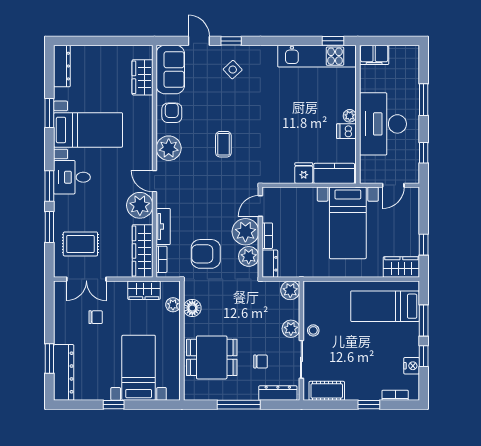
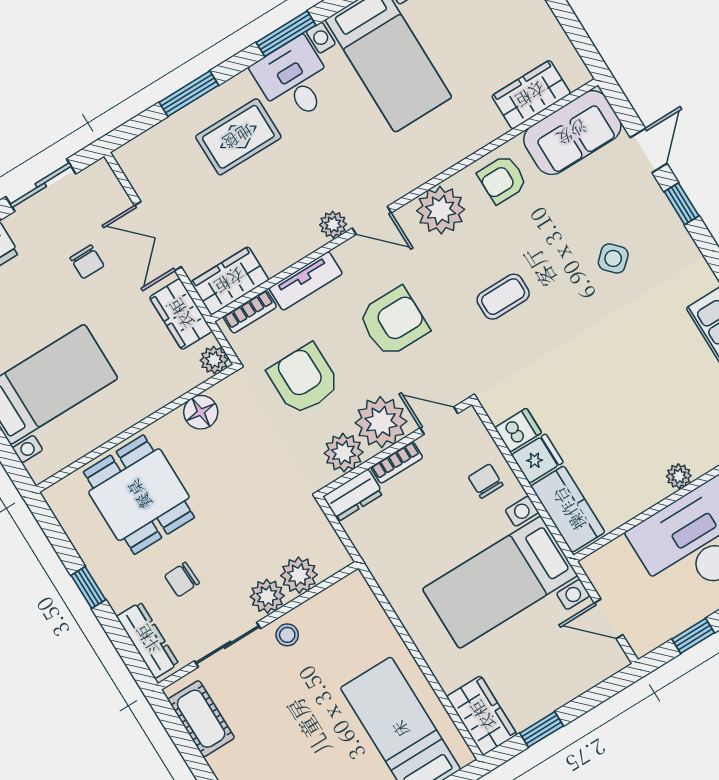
side table: (233, 70) -> (613, 258), moved
armchair: (172, 113) -> (502, 179), turned 180
dishwasher: (346, 131) -> (518, 430), moved, turned 90
door: (155, 181) -> (372, 220), swing flipped
window: (49, 186) -> (286, 34), moved
armchair: (205, 199) -> (394, 322), added
chair: (300, 202) -> (486, 481), added
plant: (140, 205) -> (333, 225), width x0.53, depth x0.53
rug: (80, 244) -> (238, 137), moved, turned 90
wardrobe: (143, 251) -> (230, 281), width x0.67
double door: (86, 279) -> (158, 236), moved
plant: (290, 290) -> (299, 575), moved
plant: (173, 305) -> (214, 360), moved
sliding door: (49, 317) -> (41, 185), added
chair: (261, 362) -> (182, 579), turned 88
window: (239, 405) -> (88, 587), width x0.46

